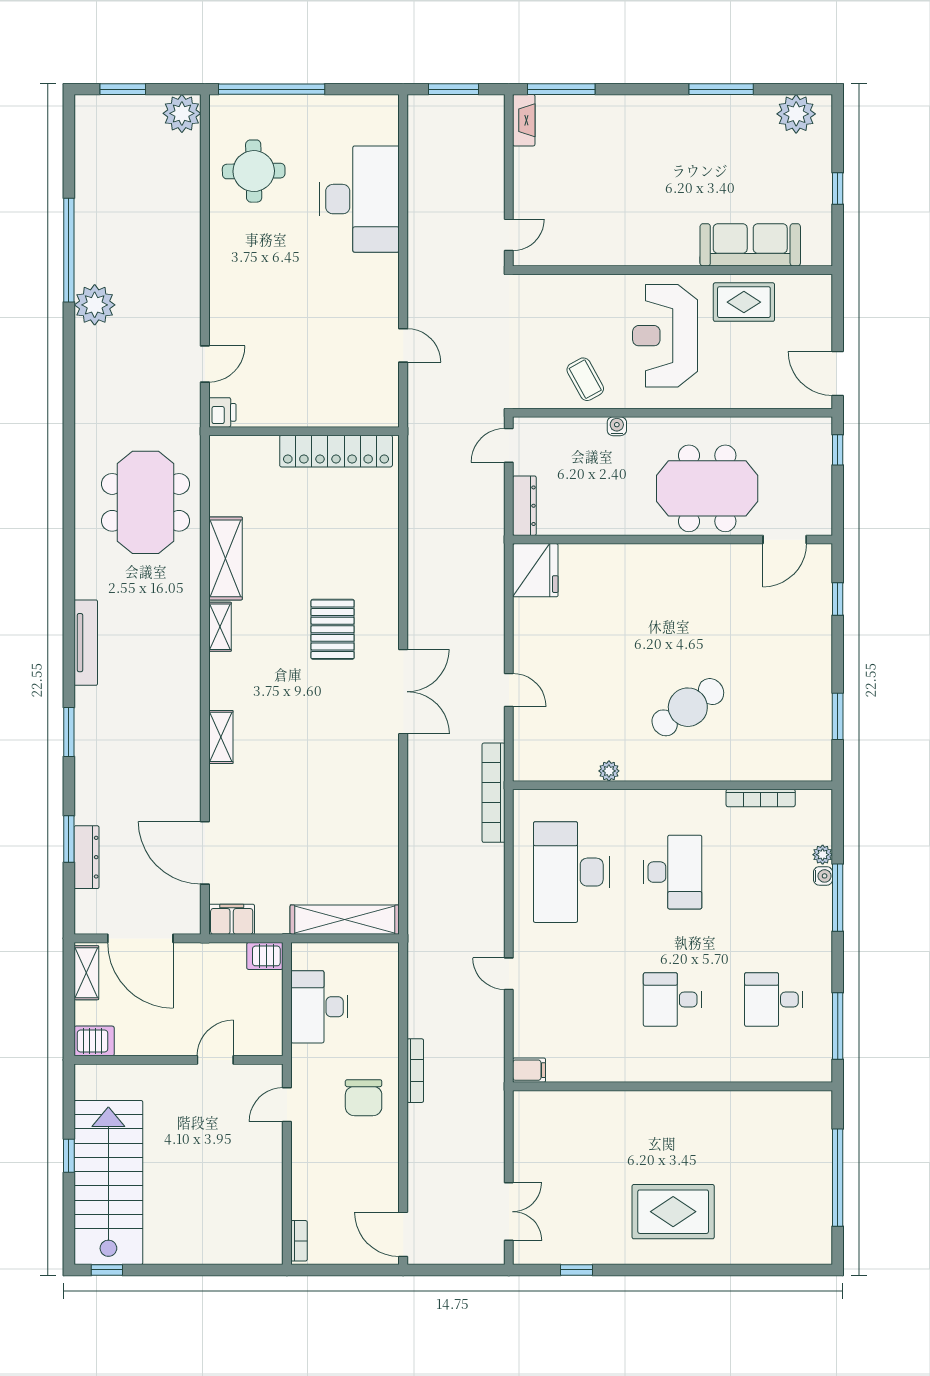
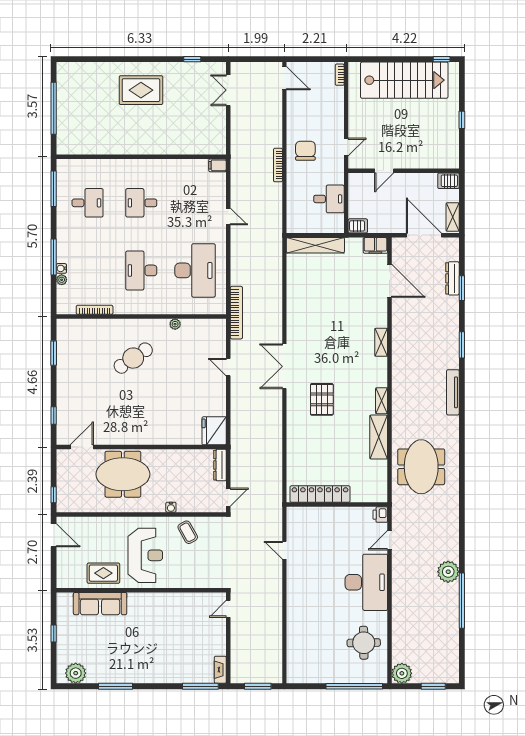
desk: (359, 199) -> (366, 582), moved, turned 180
desk: (673, 1000) -> (141, 203), turned 180
desk: (319, 1007) -> (329, 199), width x0.73
stairs: (108, 1183) -> (404, 80), moved, turned -90

